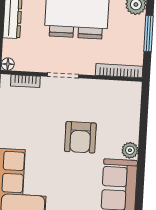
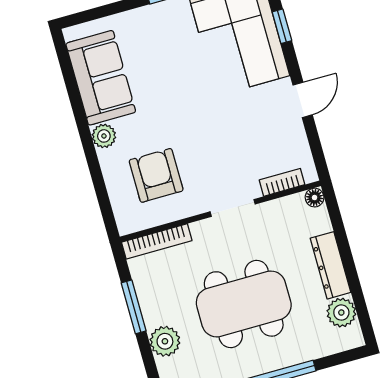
armchair: (80, 137) -> (156, 175), moved

